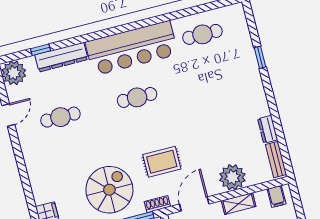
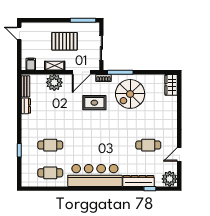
cafe table: (137, 97) -> (50, 145), moved

